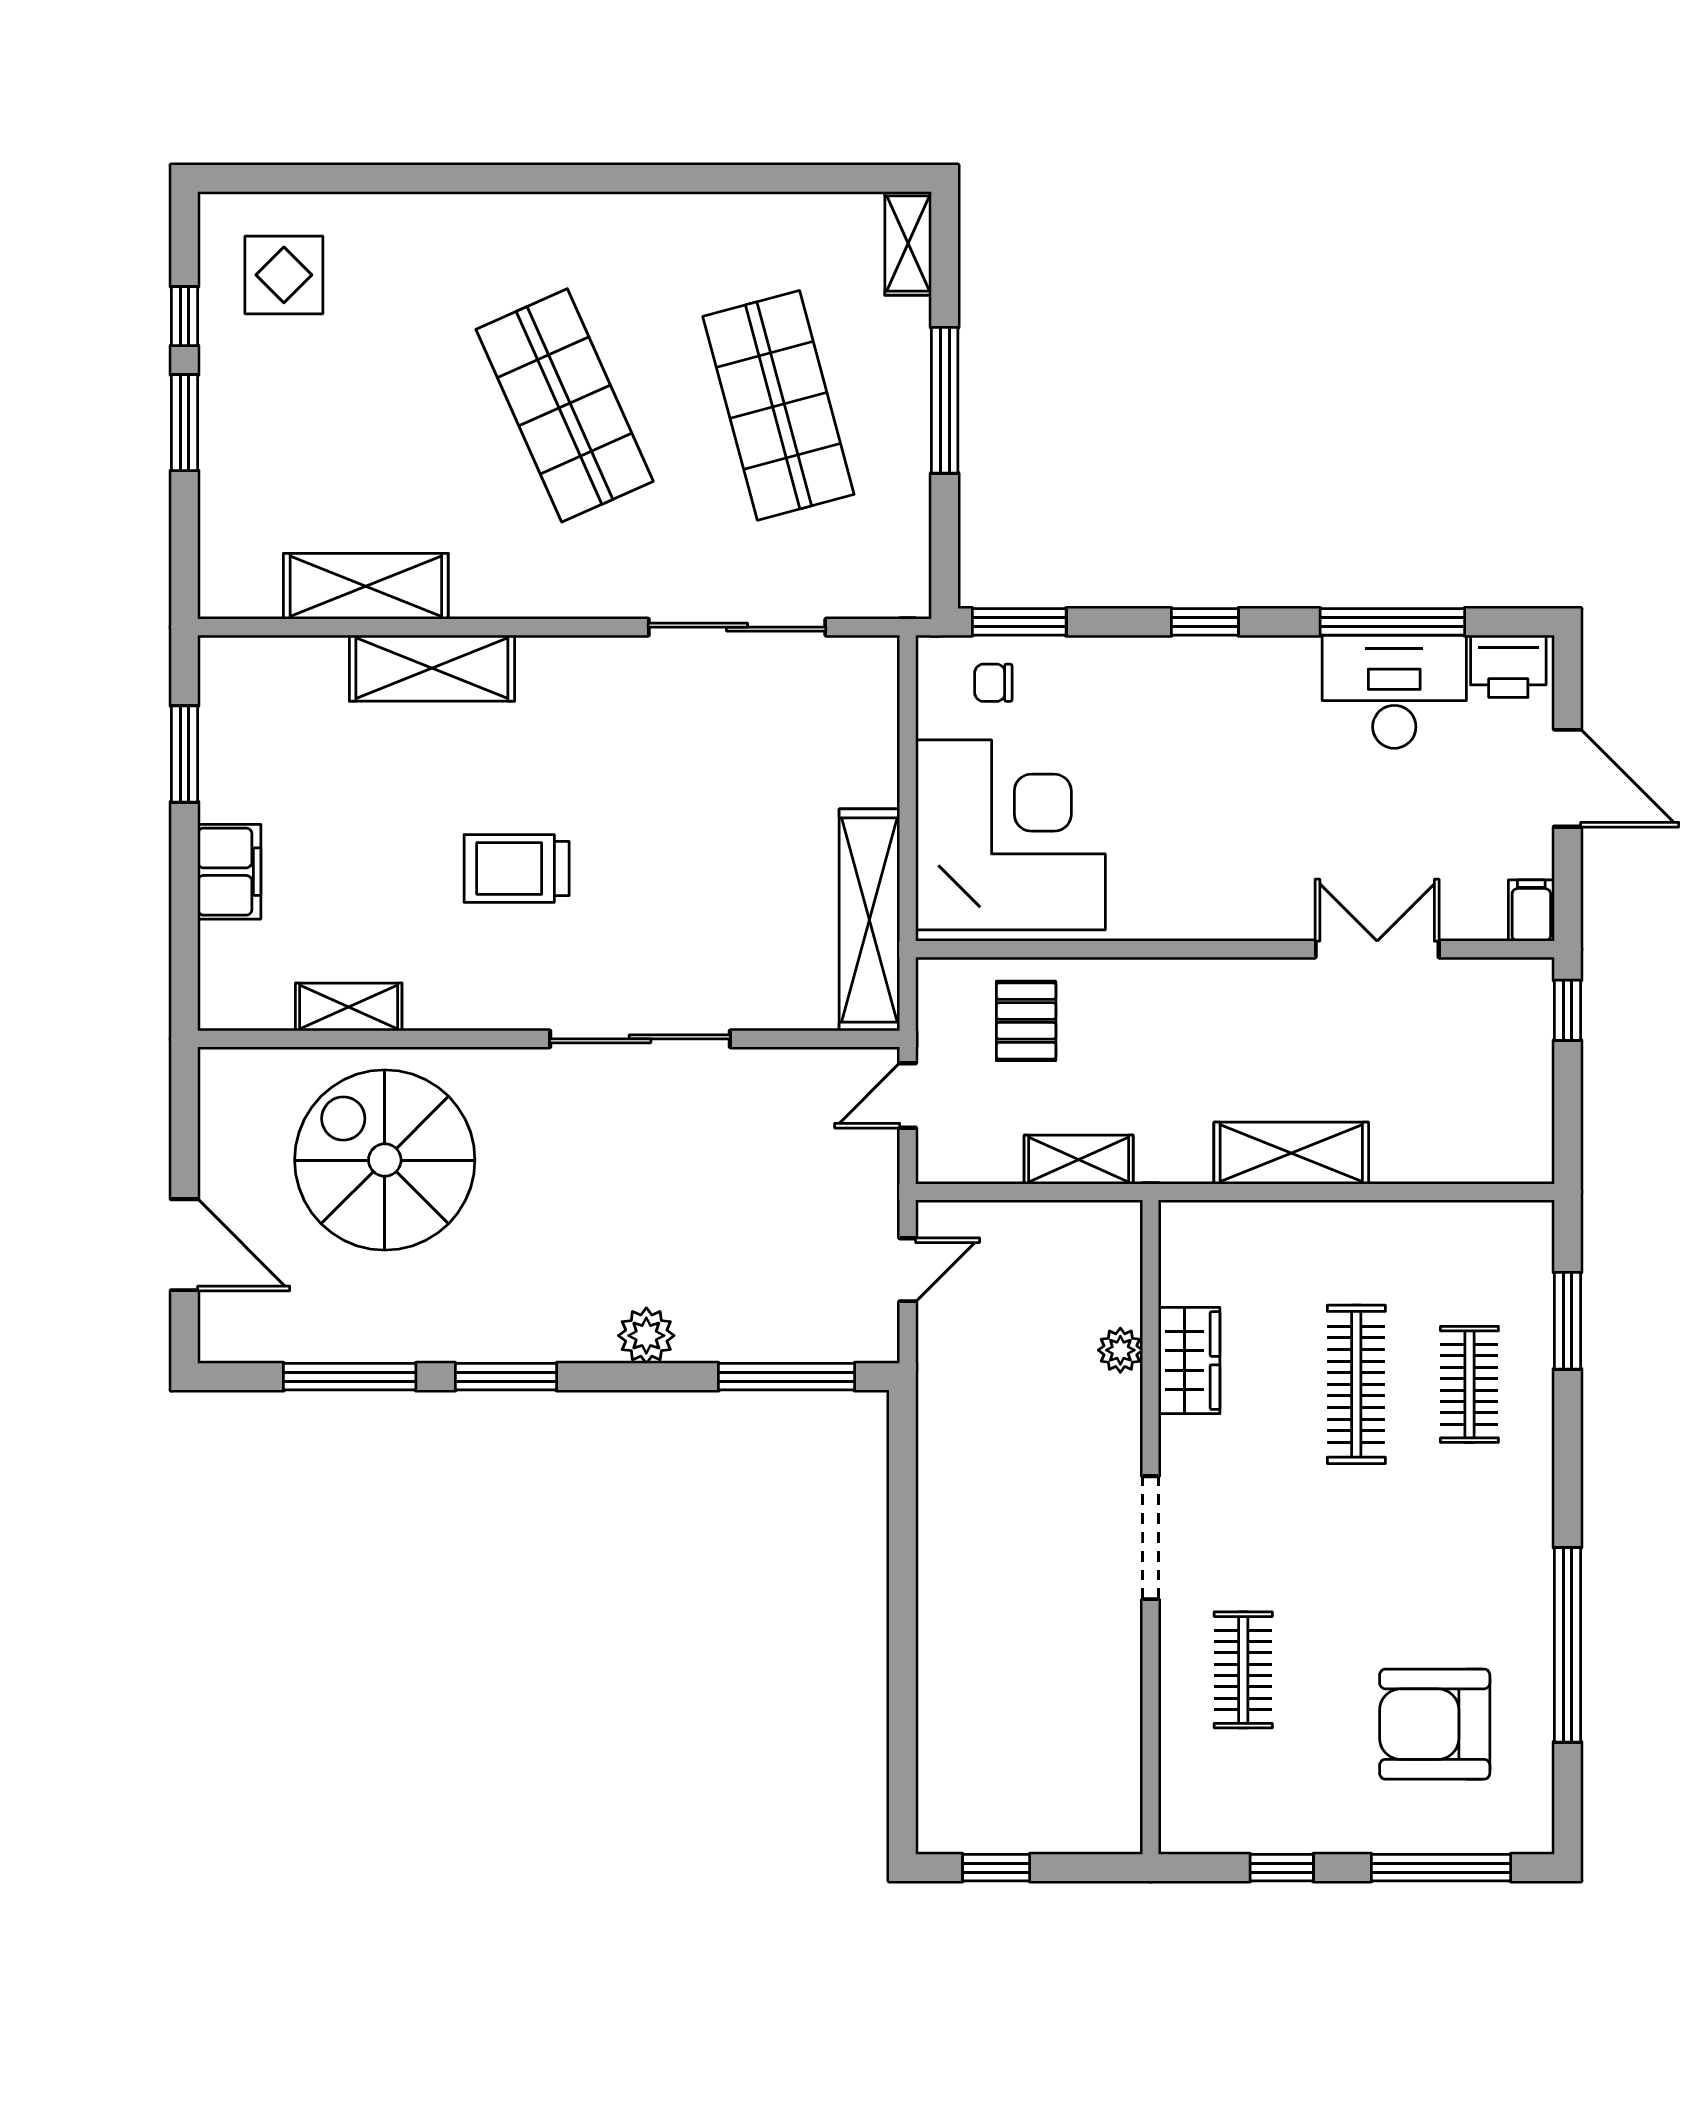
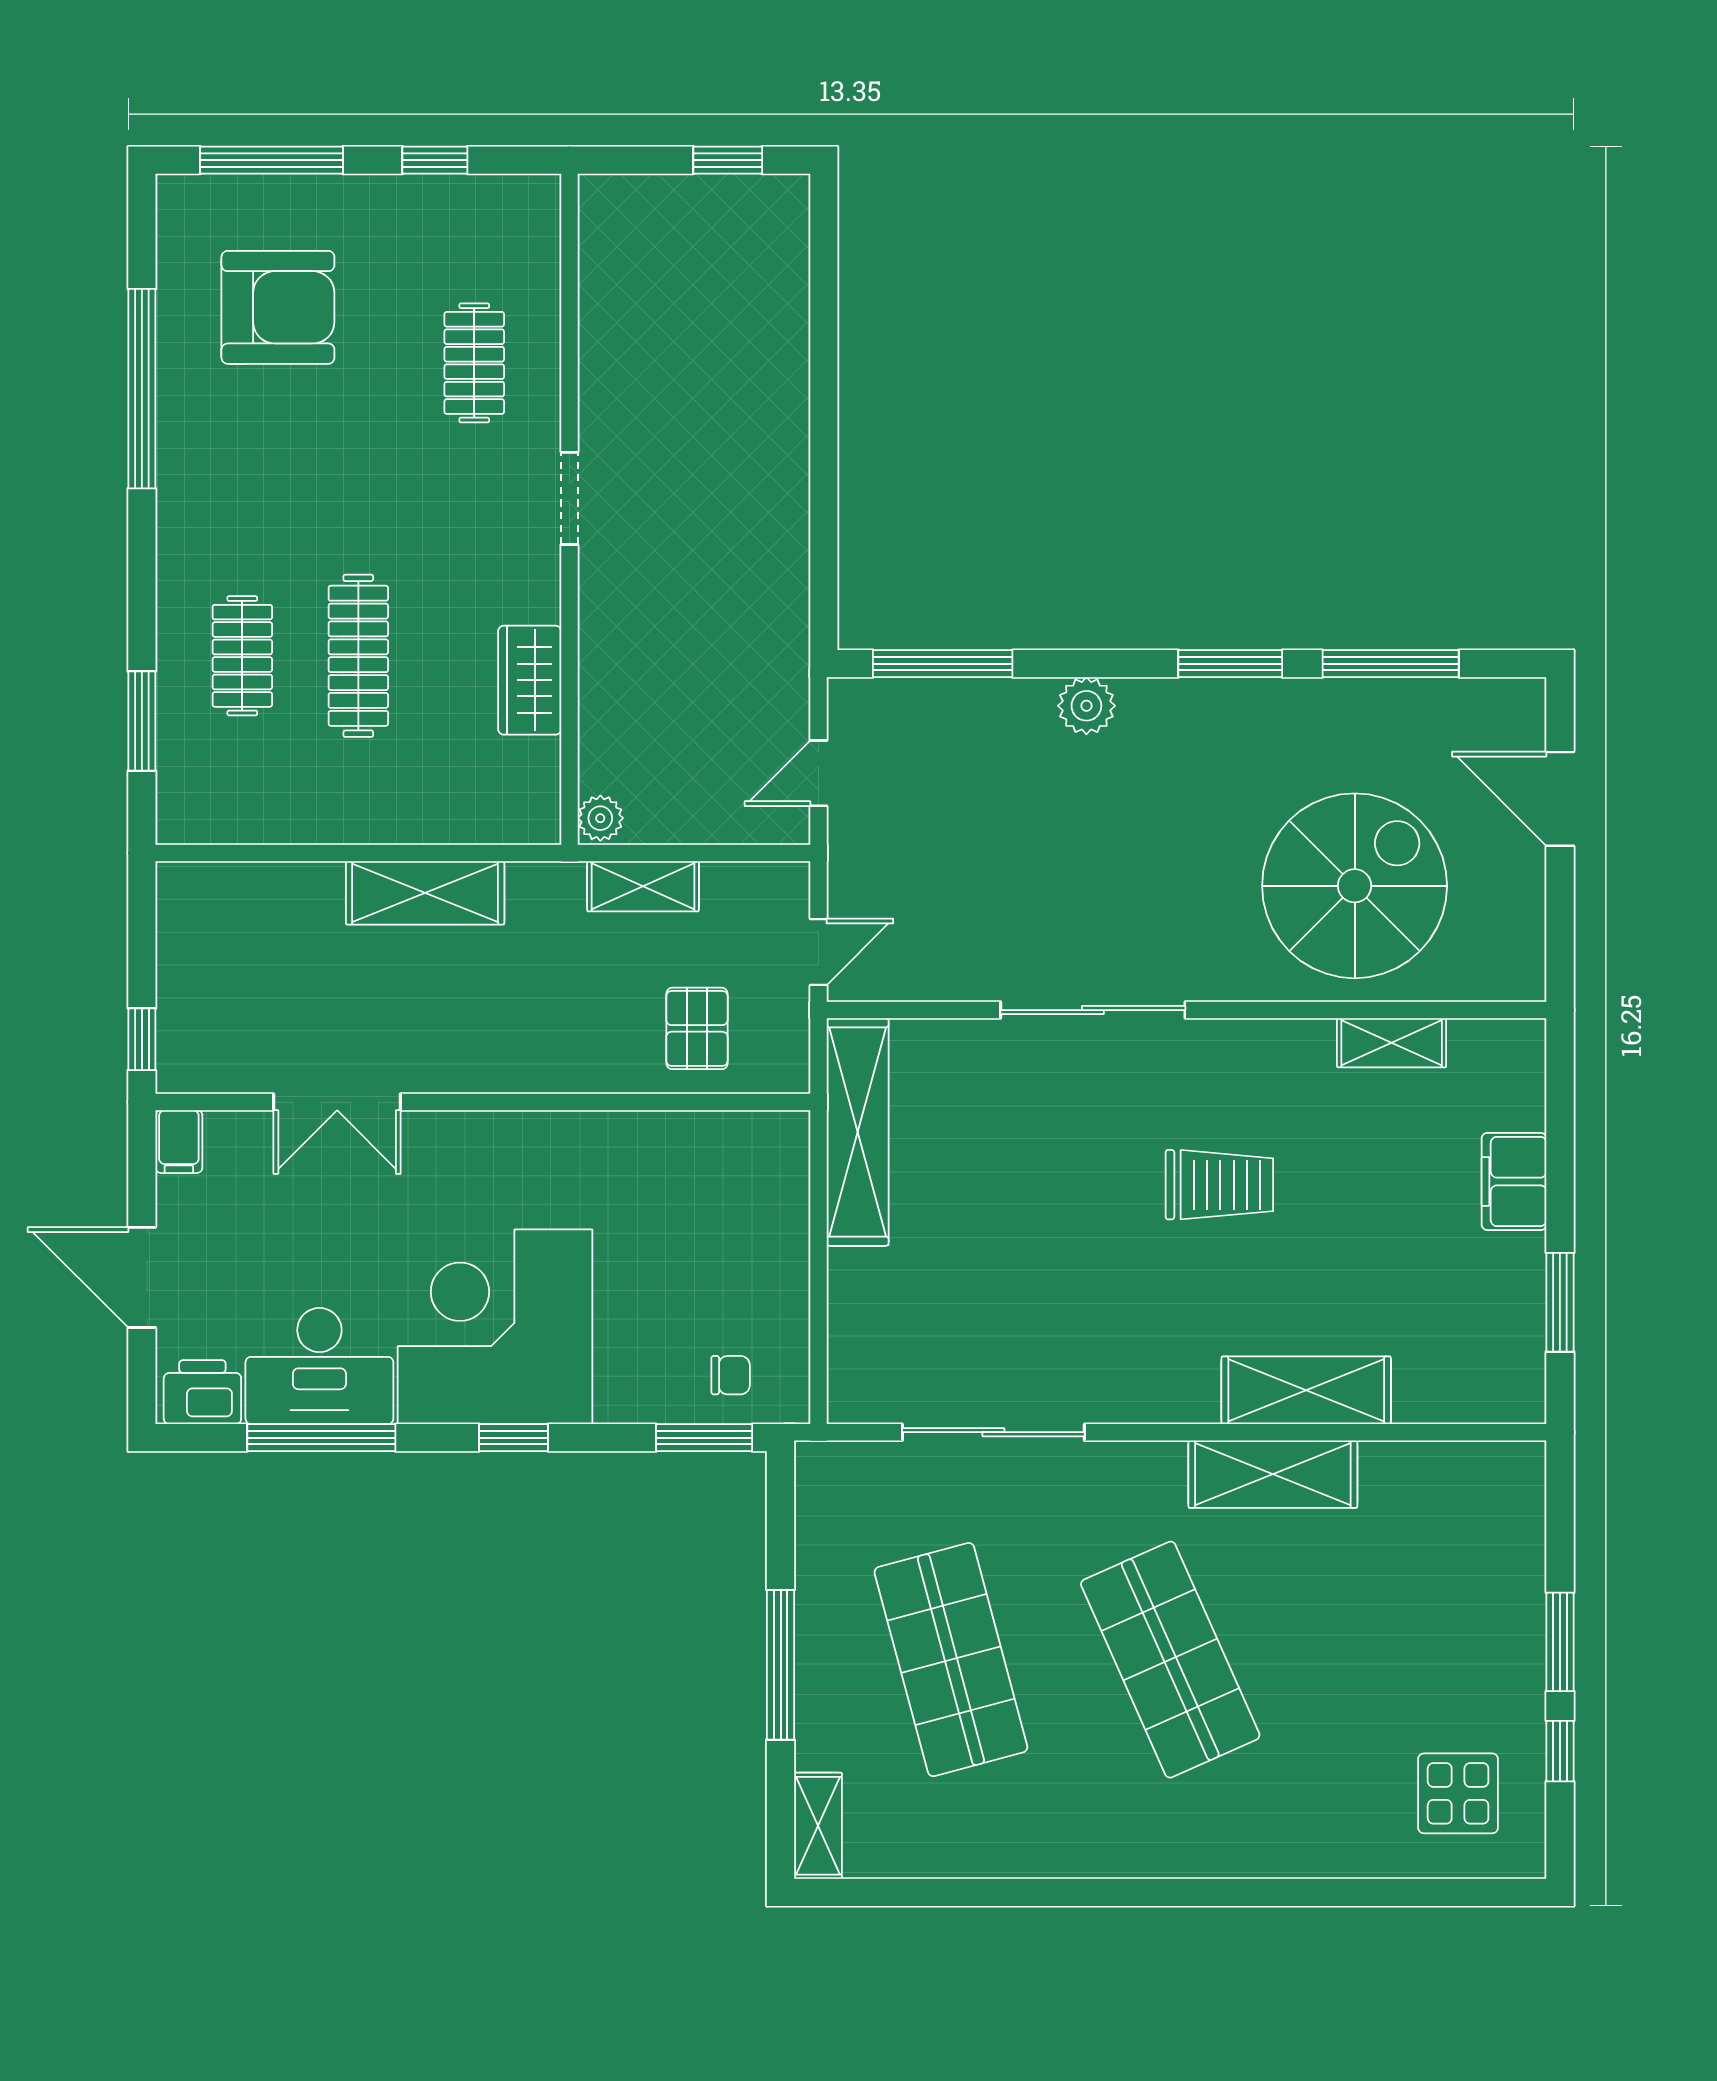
shelving: (366, 586) -> (1273, 1474), moved
corner desk: (1011, 835) -> (495, 1327), moved, turned 90
spiral stairs: (385, 1160) -> (1355, 886), turned -90
plant: (1120, 1350) -> (600, 818), moved
doorway: (1150, 1538) -> (569, 498), width x0.73

